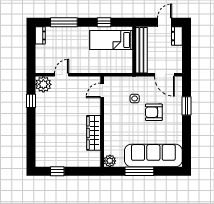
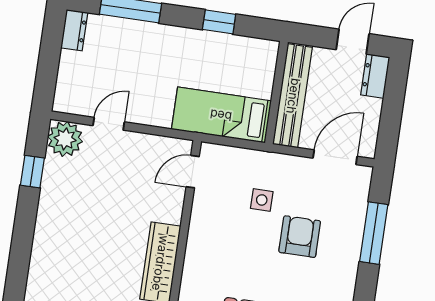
bed: (111, 40) -> (221, 115), moved
door: (164, 75) -> (335, 157), swing flipped
window: (187, 106) -> (374, 233), width x1.44
armchair: (154, 112) -> (300, 237), turned 90

